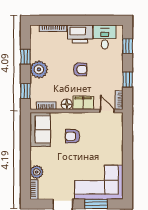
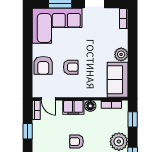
armchair: (72, 136) -> (71, 67), moved
armchair: (112, 144) -> (43, 65), added
plant: (37, 172) -> (121, 54), moved

